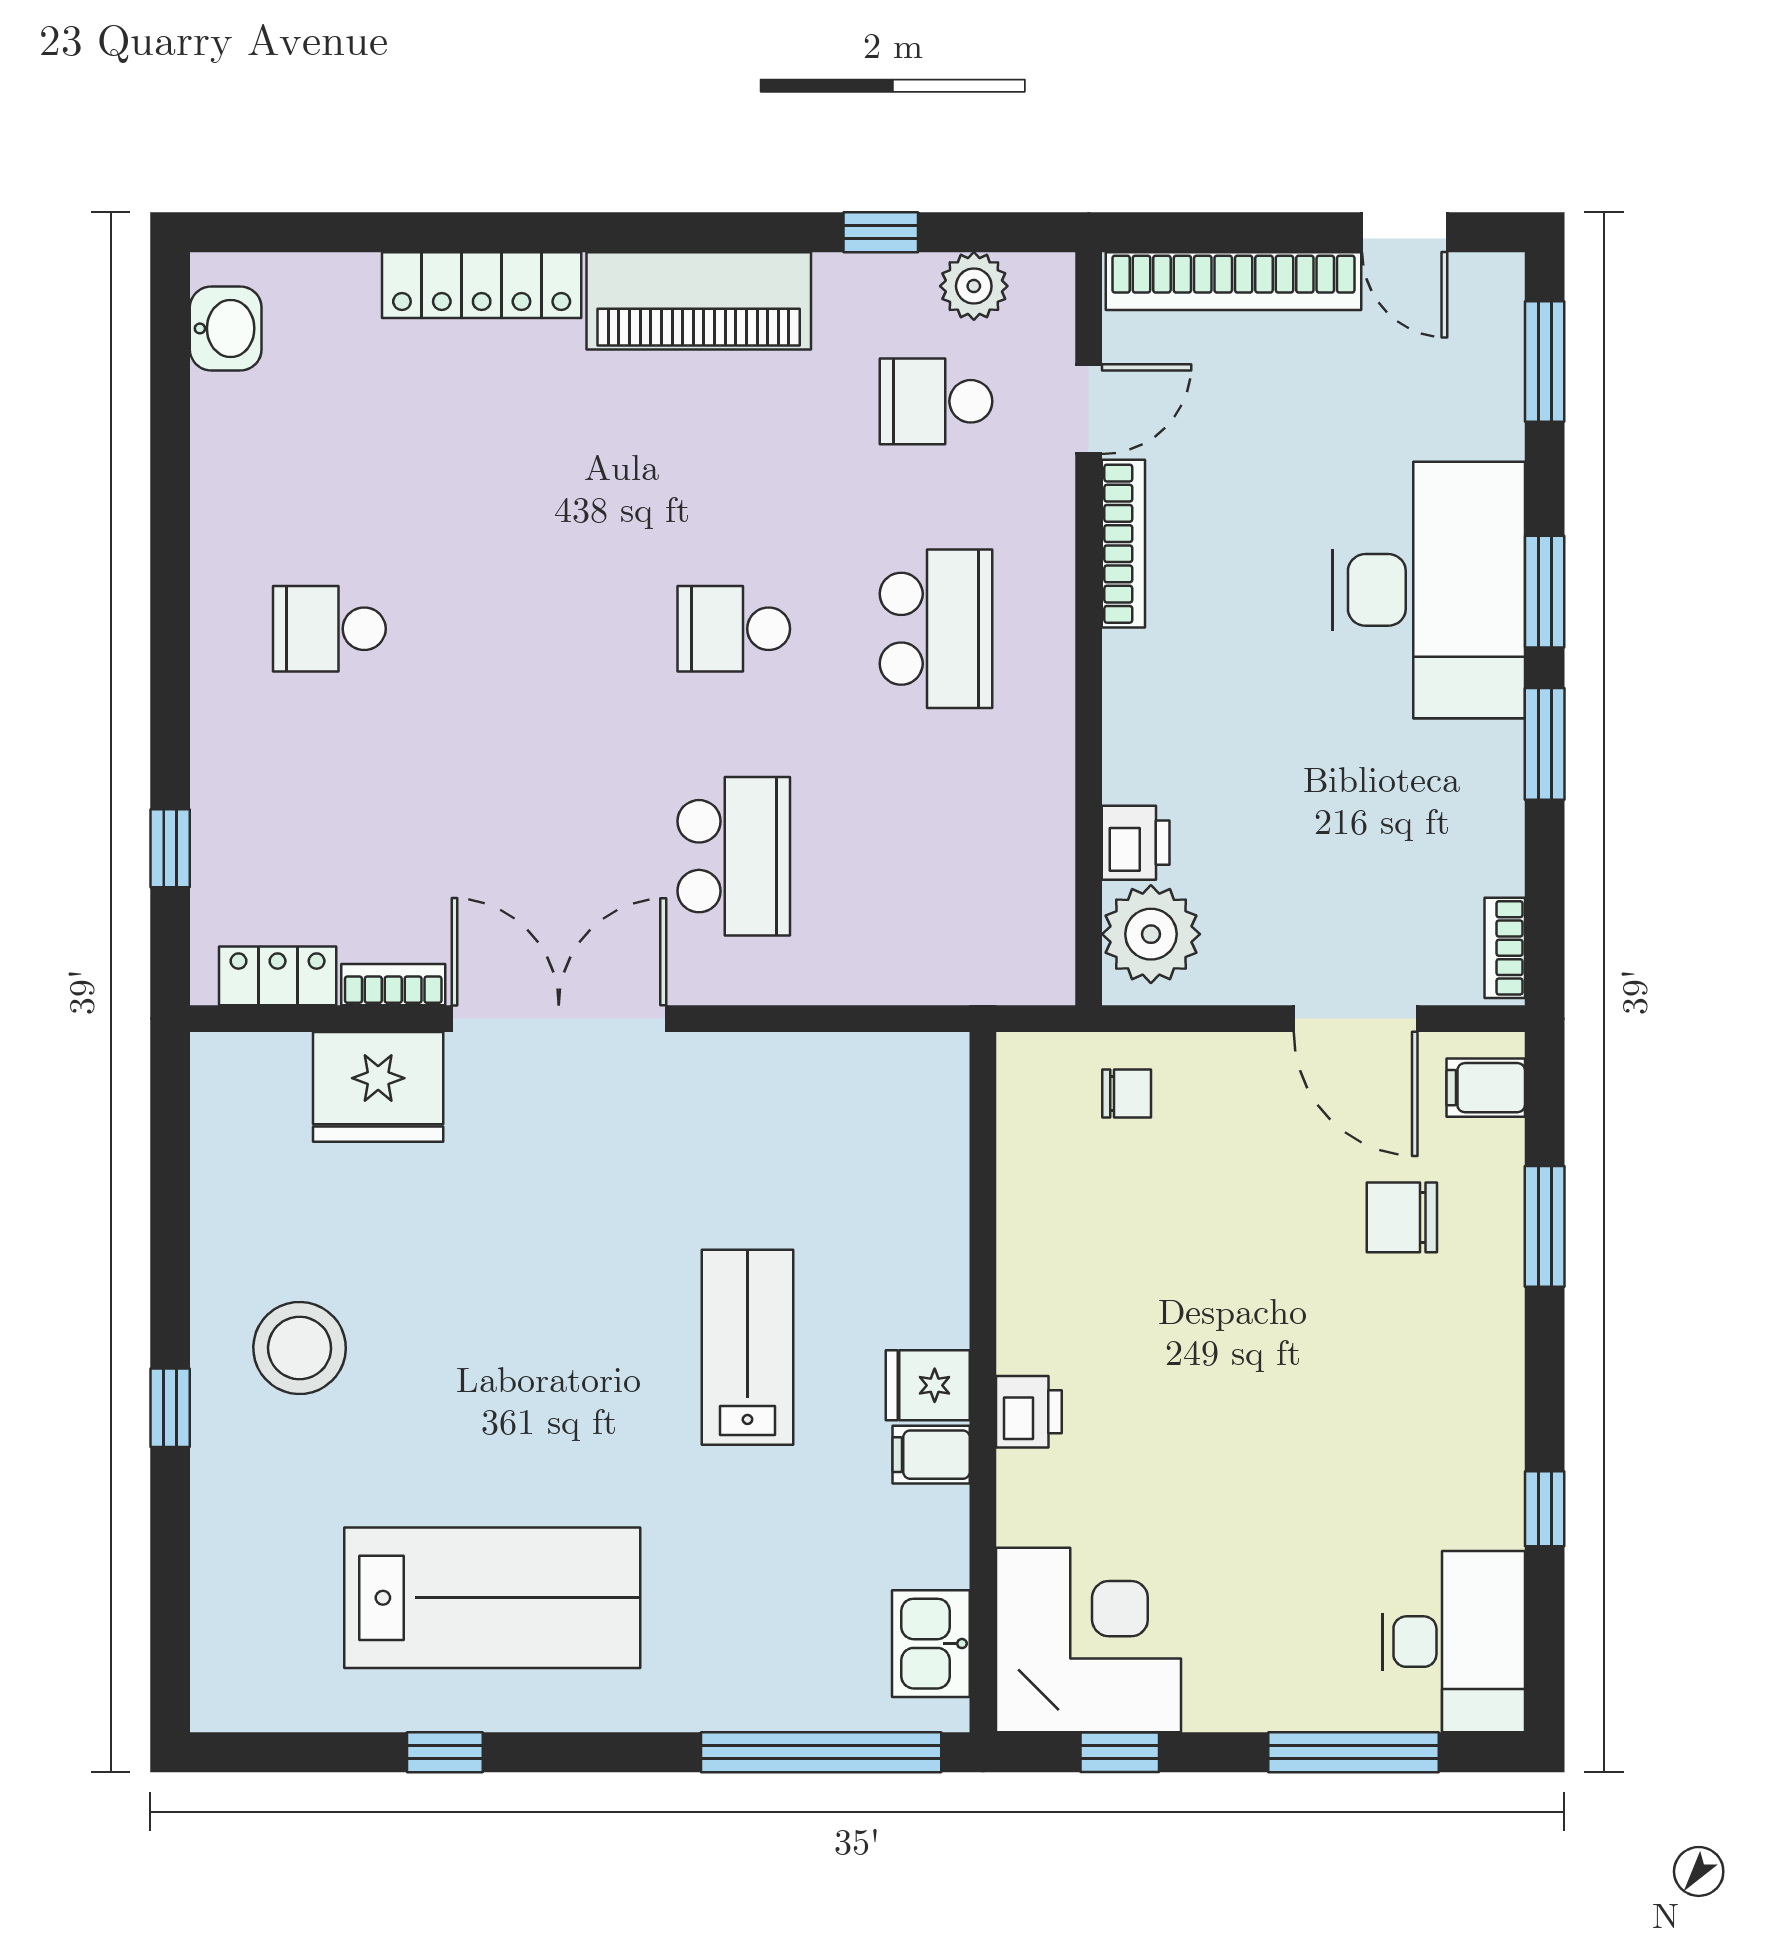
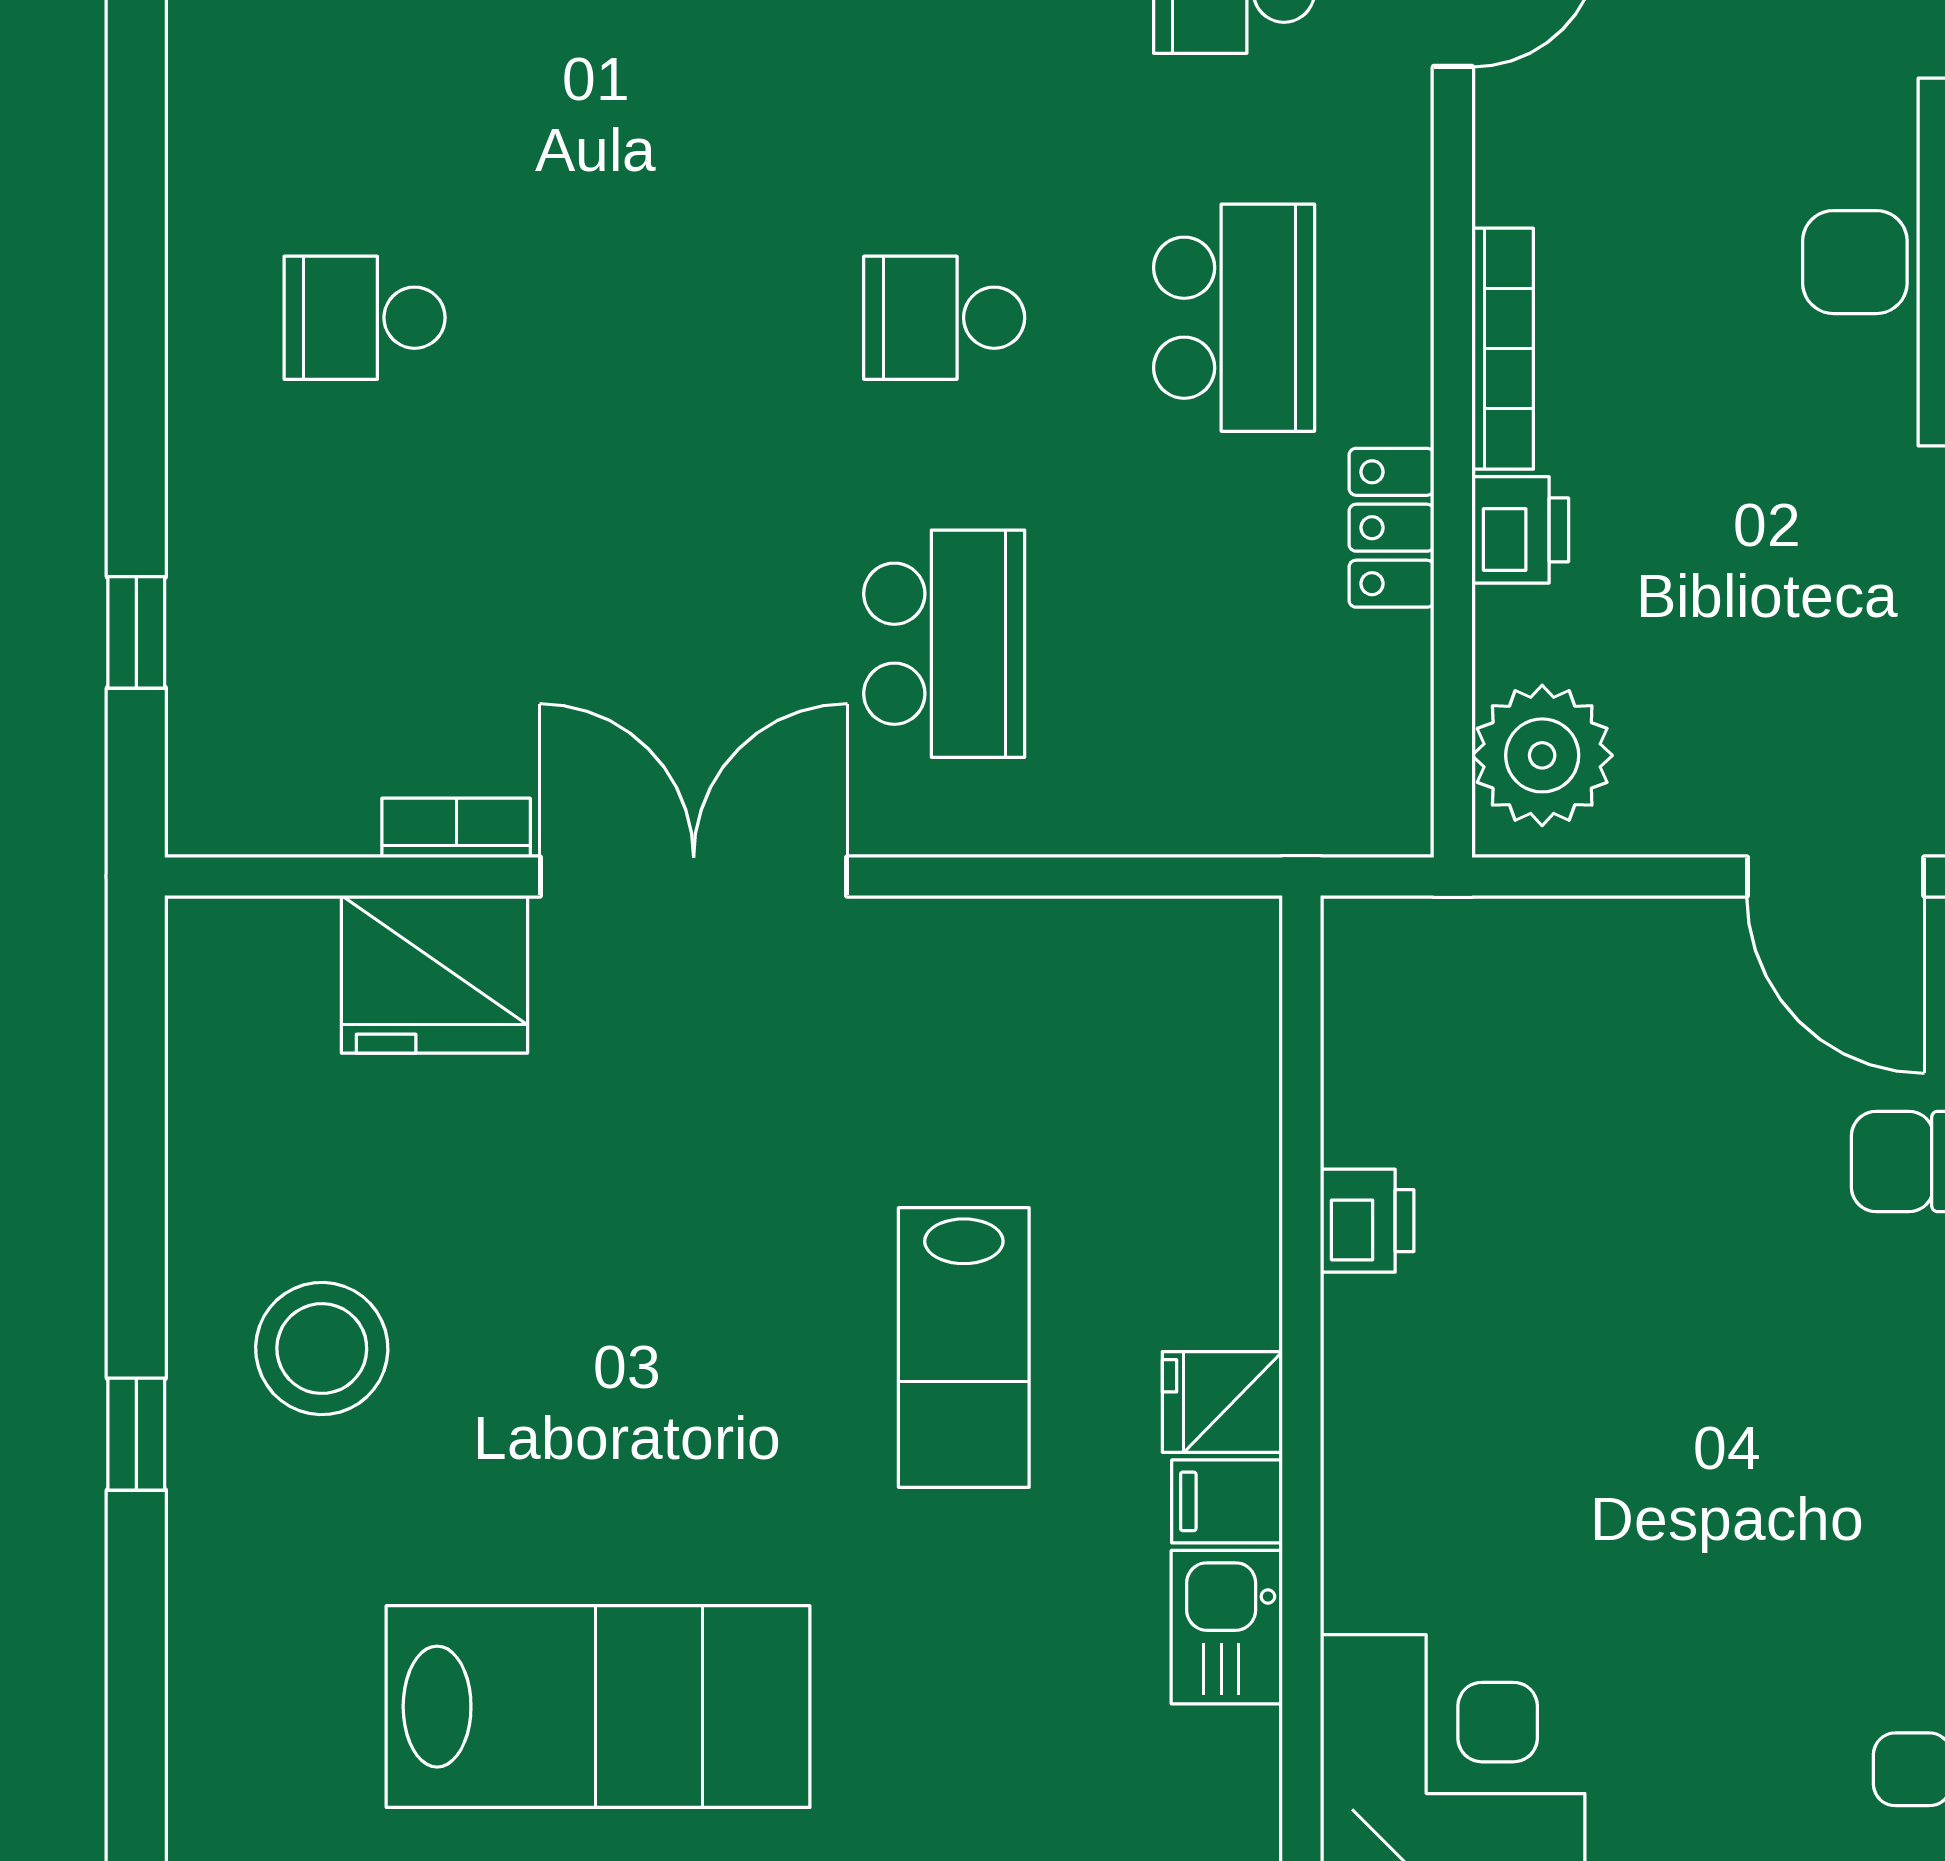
bookcase: (1123, 544) -> (1503, 349), moved
printer: (1136, 843) -> (1520, 530), moved
locker: (278, 976) -> (1392, 528), moved, turned -90
chair: (1127, 1094) -> (1507, 984), removed
lab bench: (747, 1347) -> (964, 1348), turned 180
printer: (1029, 1412) -> (1367, 1221), moved
kitchen sink: (931, 1644) -> (1227, 1627), moved

